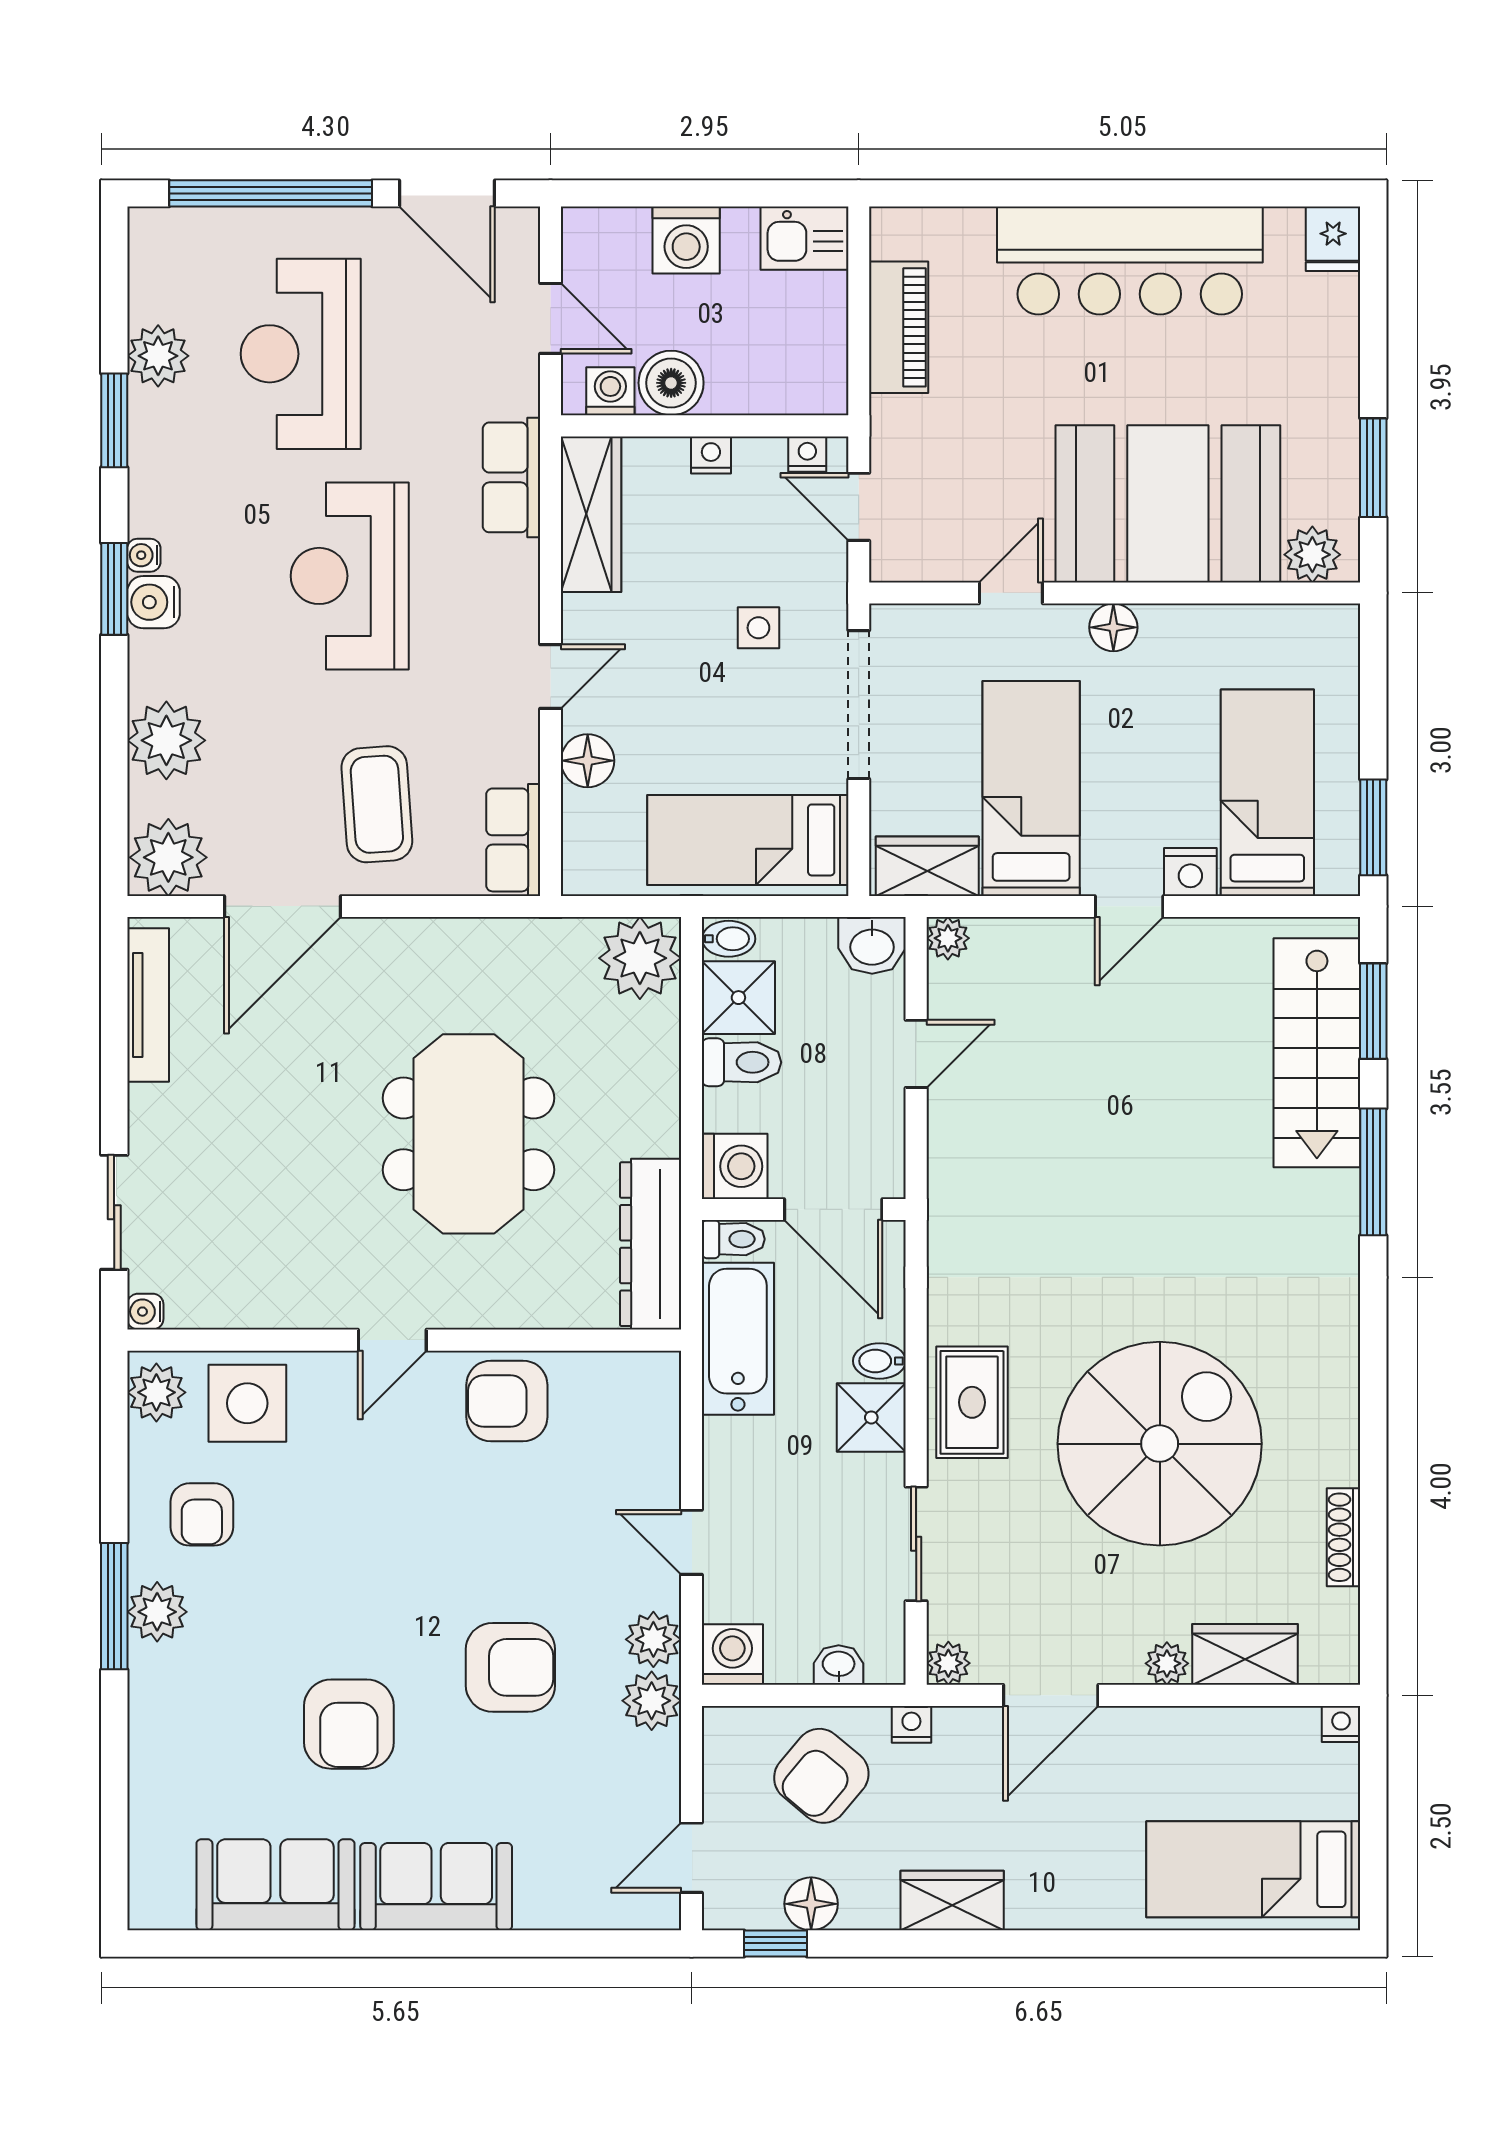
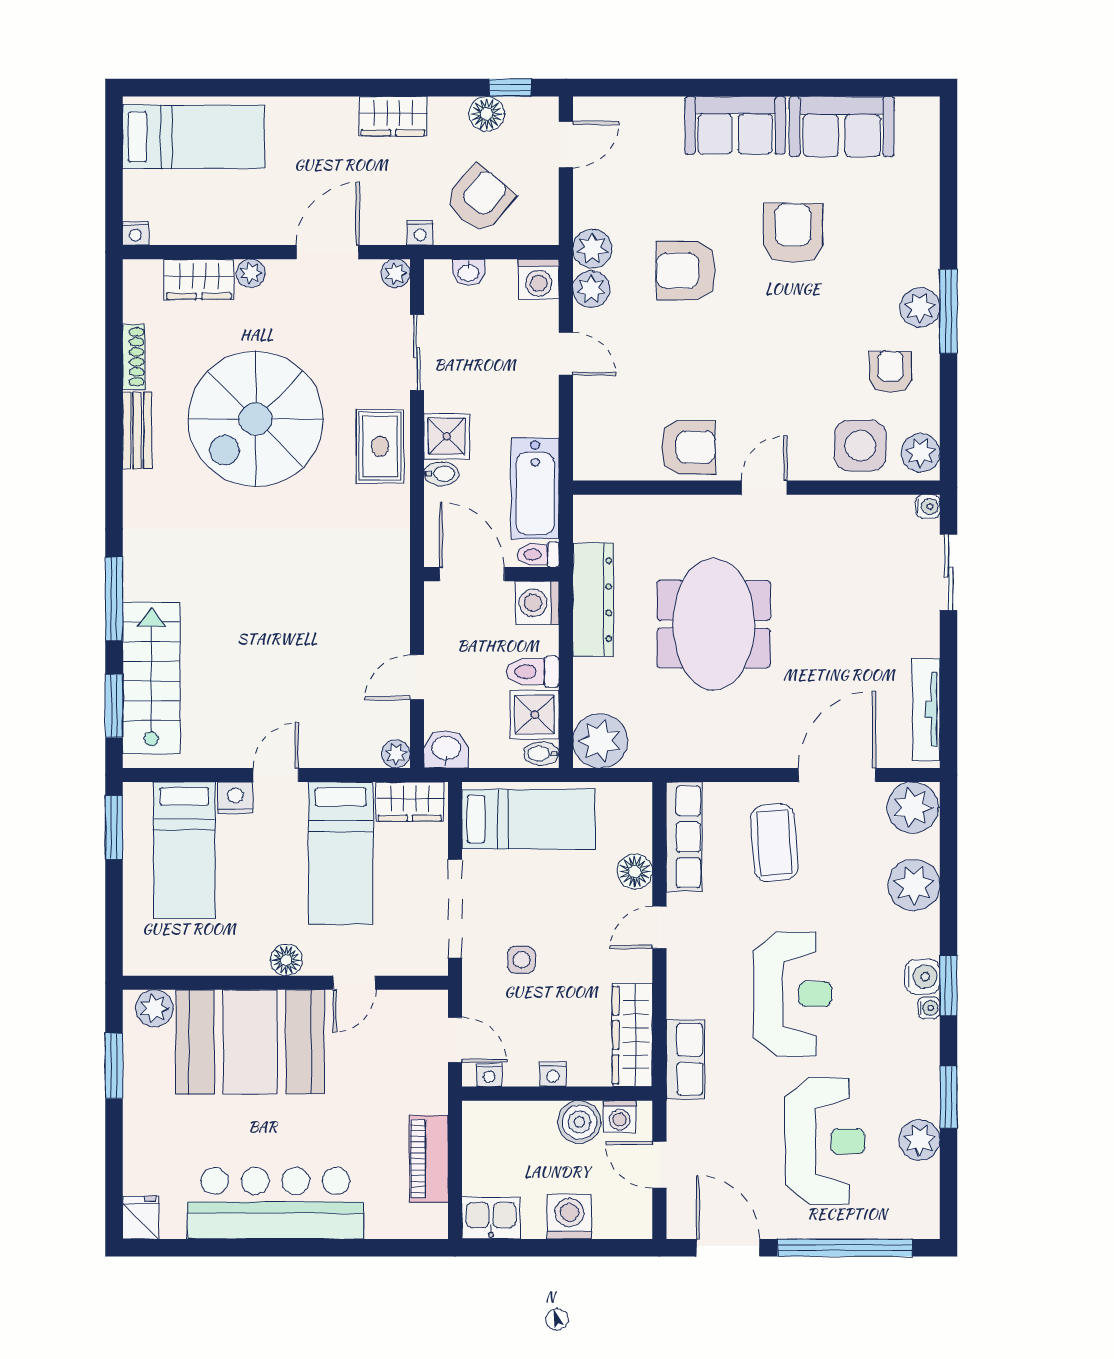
row of seats: (513, 840) -> (684, 837), width x1.48
dresser: (651, 1244) -> (593, 600), moved
bench: (1338, 1426) -> (137, 431), added

